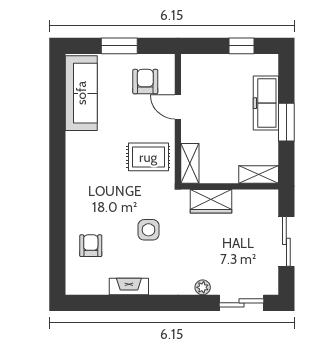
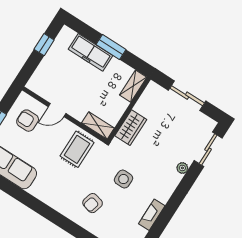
armchair: (91, 246) -> (93, 203), moved, turned -75

